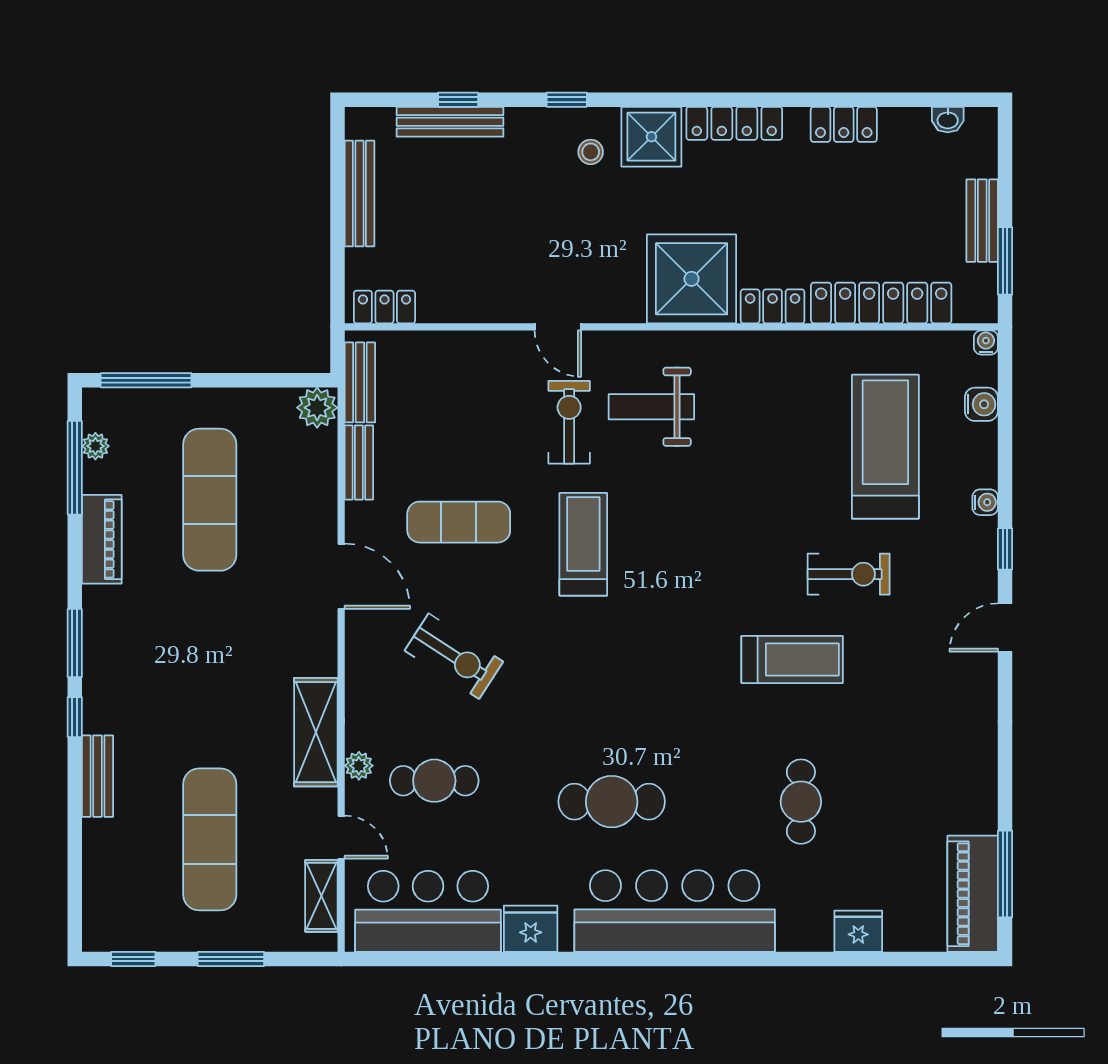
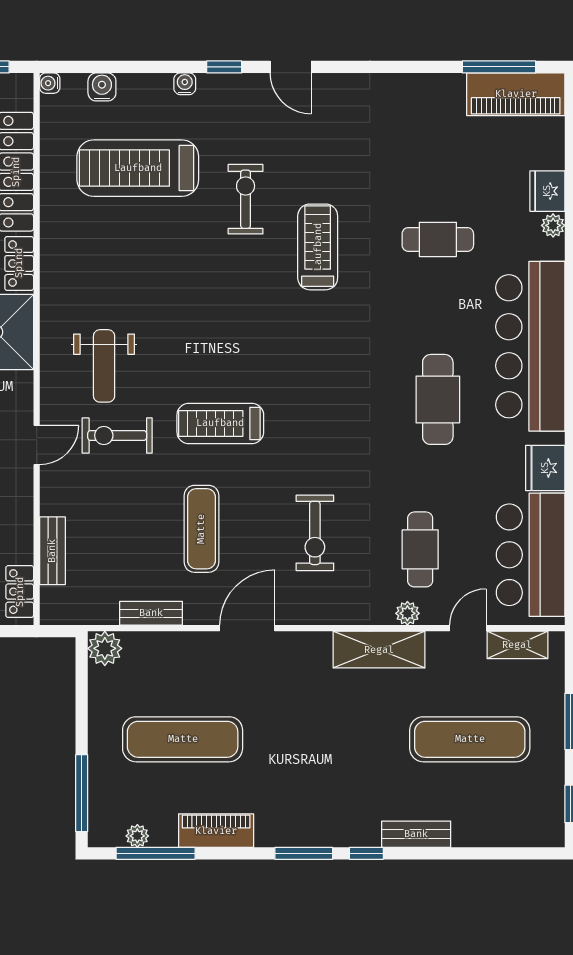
bench: (360, 382) -> (52, 551), moved, turned 90
exercise bike: (454, 656) -> (315, 533), turned 147
plant: (818, 938) -> (553, 225), added

